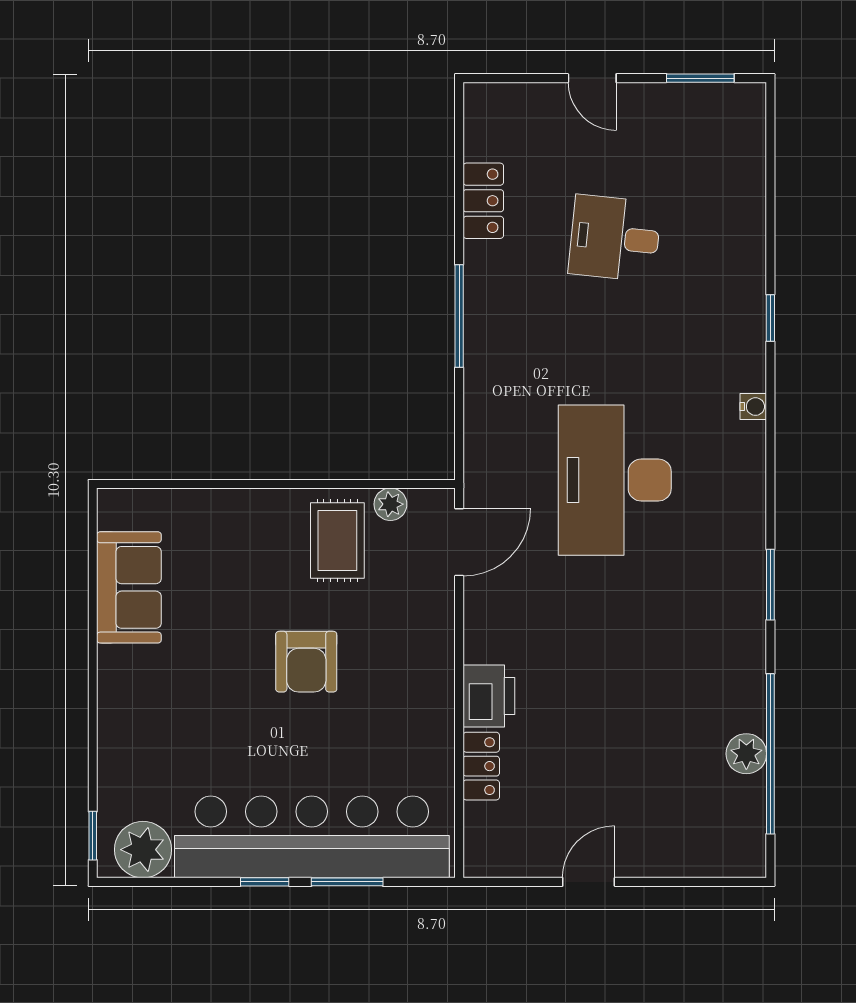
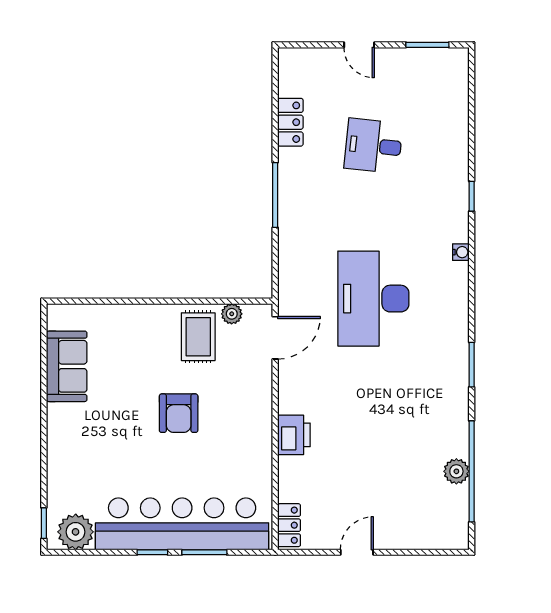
locker: (481, 766) -> (289, 525), moved

